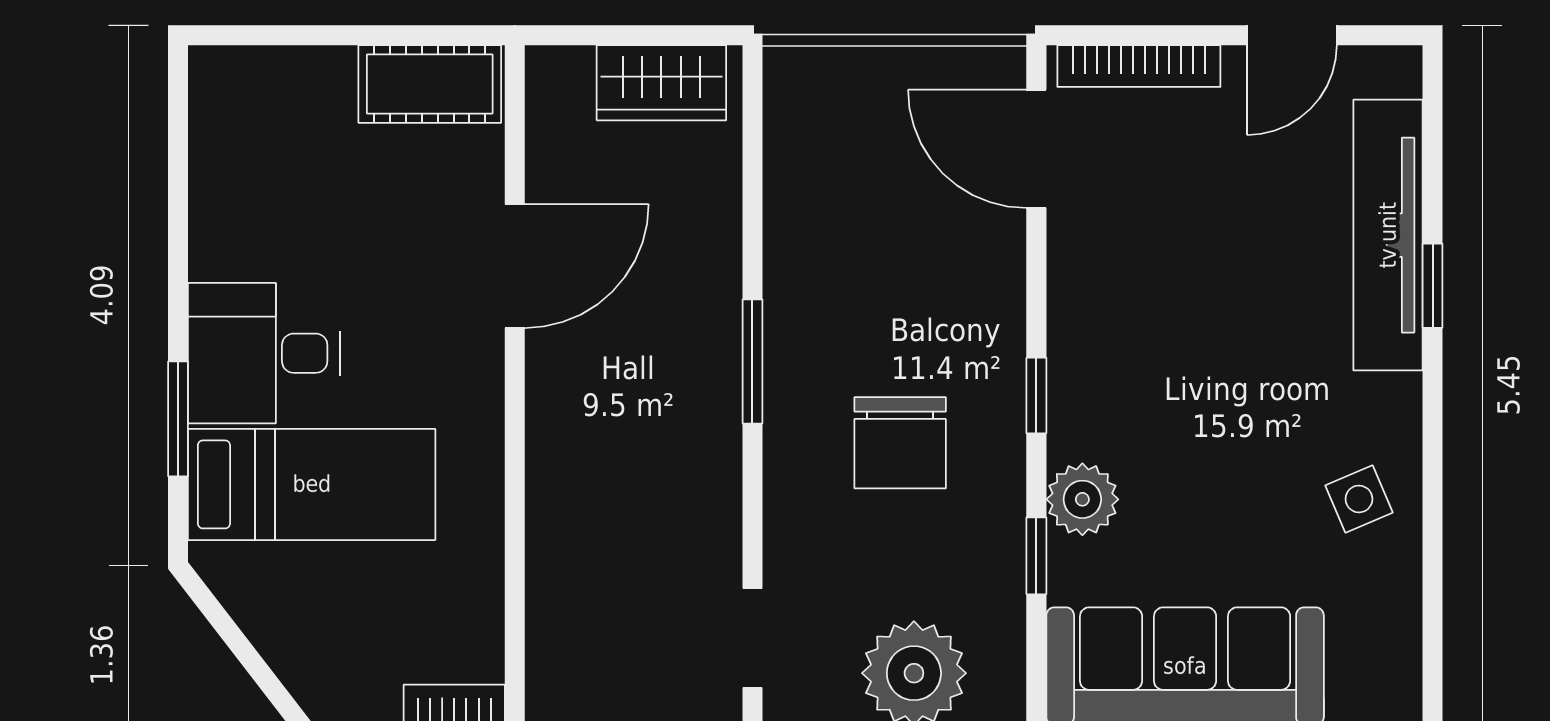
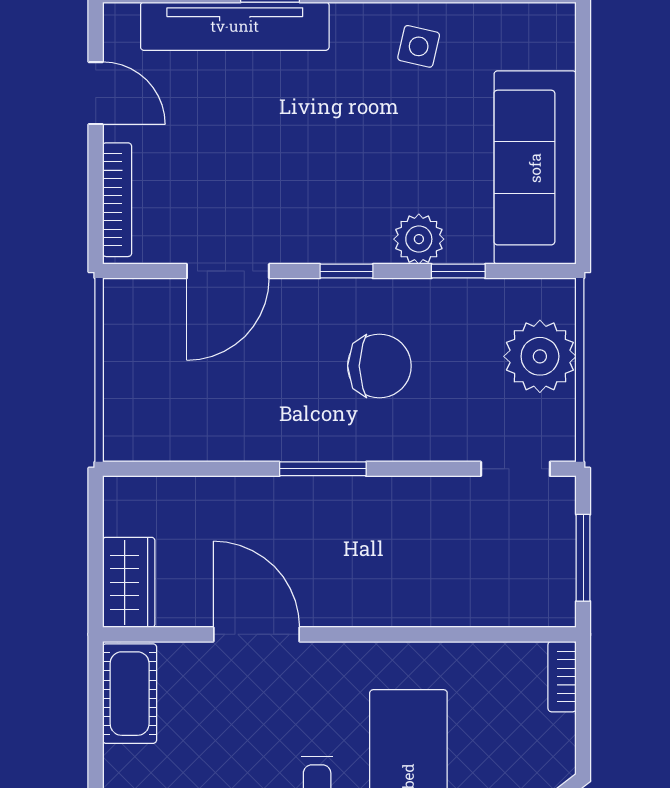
wardrobe: (661, 83) -> (129, 582), moved
door: (1036, 149) -> (228, 271), moved
side table: (1359, 499) -> (419, 46), turned 36

